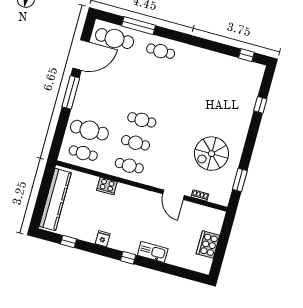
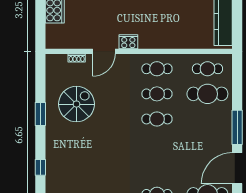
window: (240, 180) -> (40, 114), moved
cooker: (107, 186) -> (128, 42), moved
door: (173, 195) -> (104, 51), swing flipped

